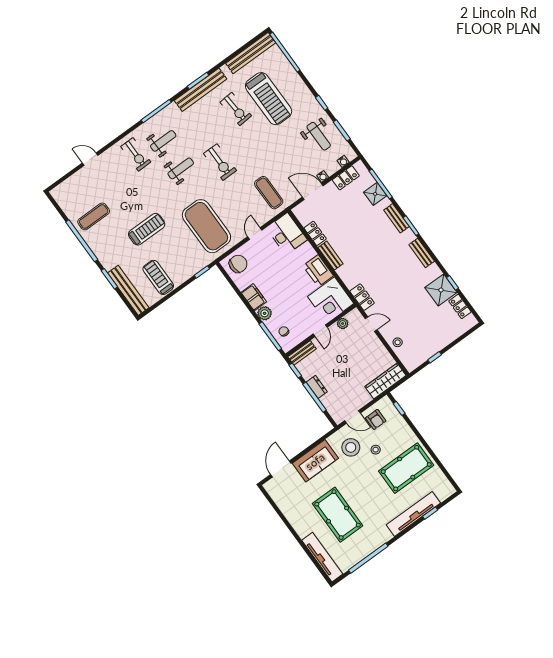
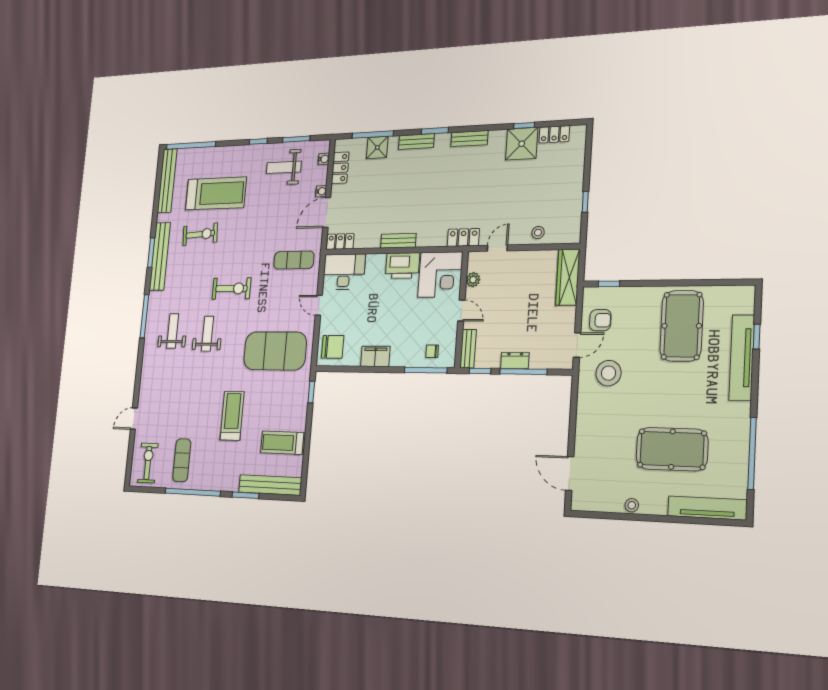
weight bench: (319, 136) -> (284, 167), turned 180
exercise bike: (136, 154) -> (148, 463), moved, turned -90
locker: (315, 233) -> (340, 242), moved
chair: (238, 264) -> (333, 347), turned 90
plant: (265, 313) -> (399, 358), removed
stool: (376, 450) -> (632, 505), moved
sofa: (315, 461) -> (591, 426), removed

